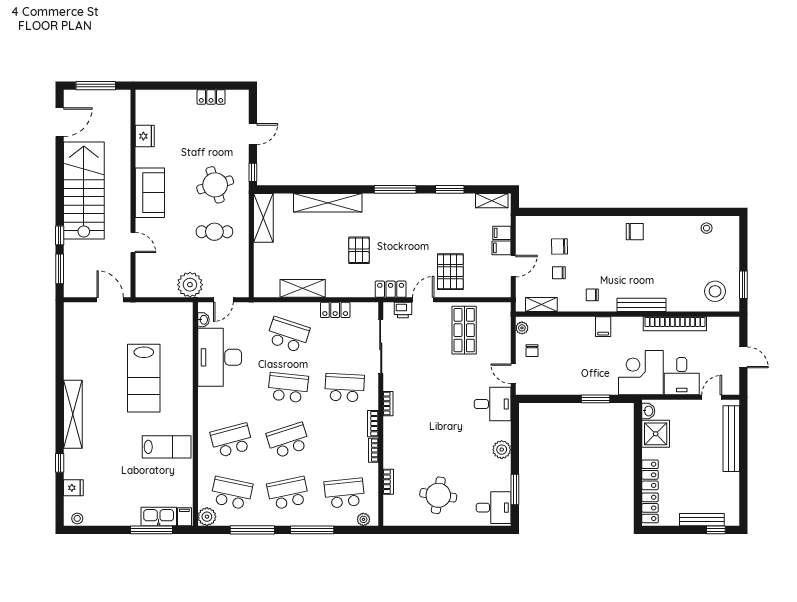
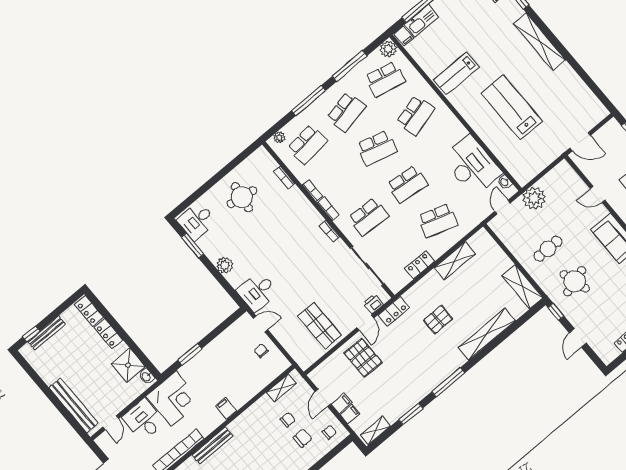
pallet: (359, 250) -> (438, 320), turned 90
chair: (592, 295) -> (329, 432), moved
plant: (522, 328) -> (281, 361), removed
school desk: (288, 440) -> (377, 148), turned 33

